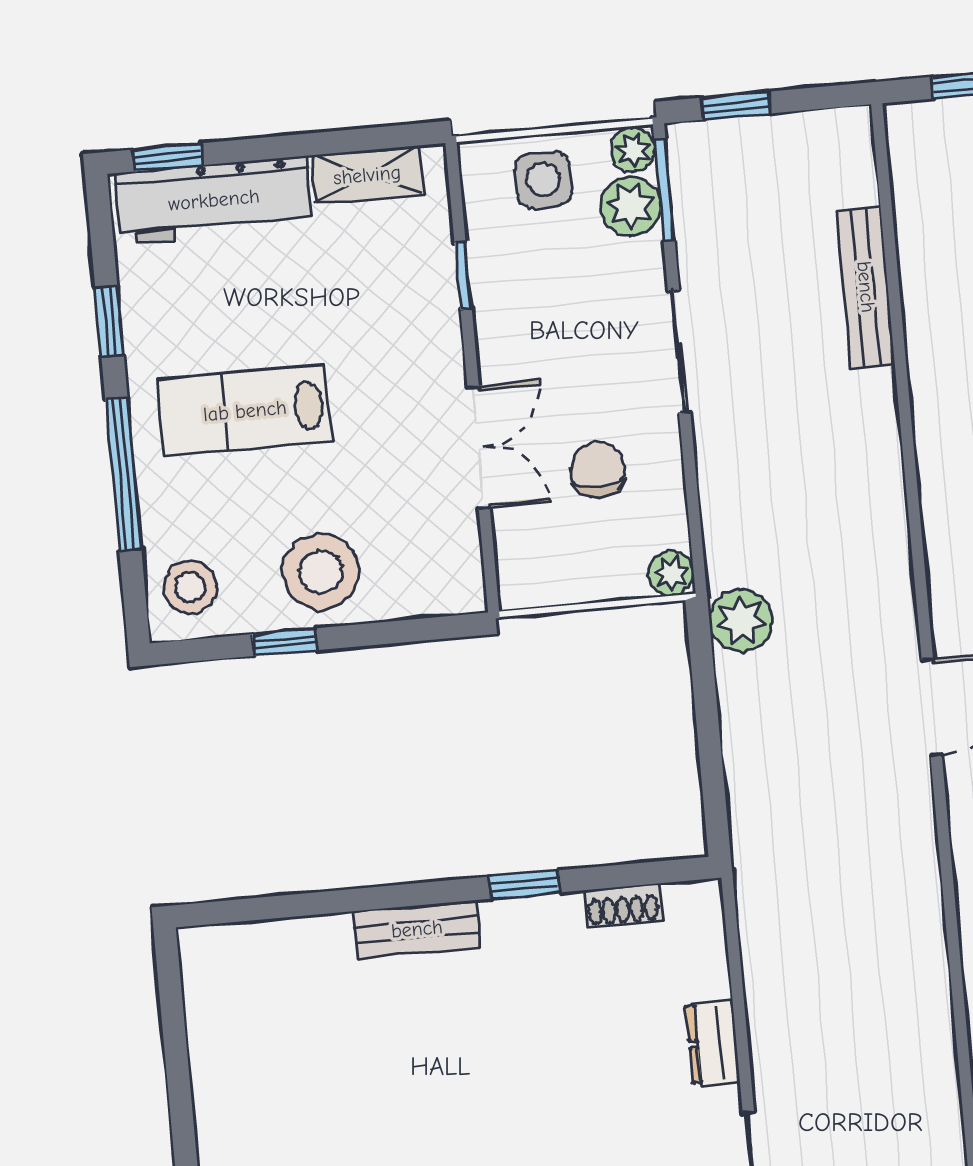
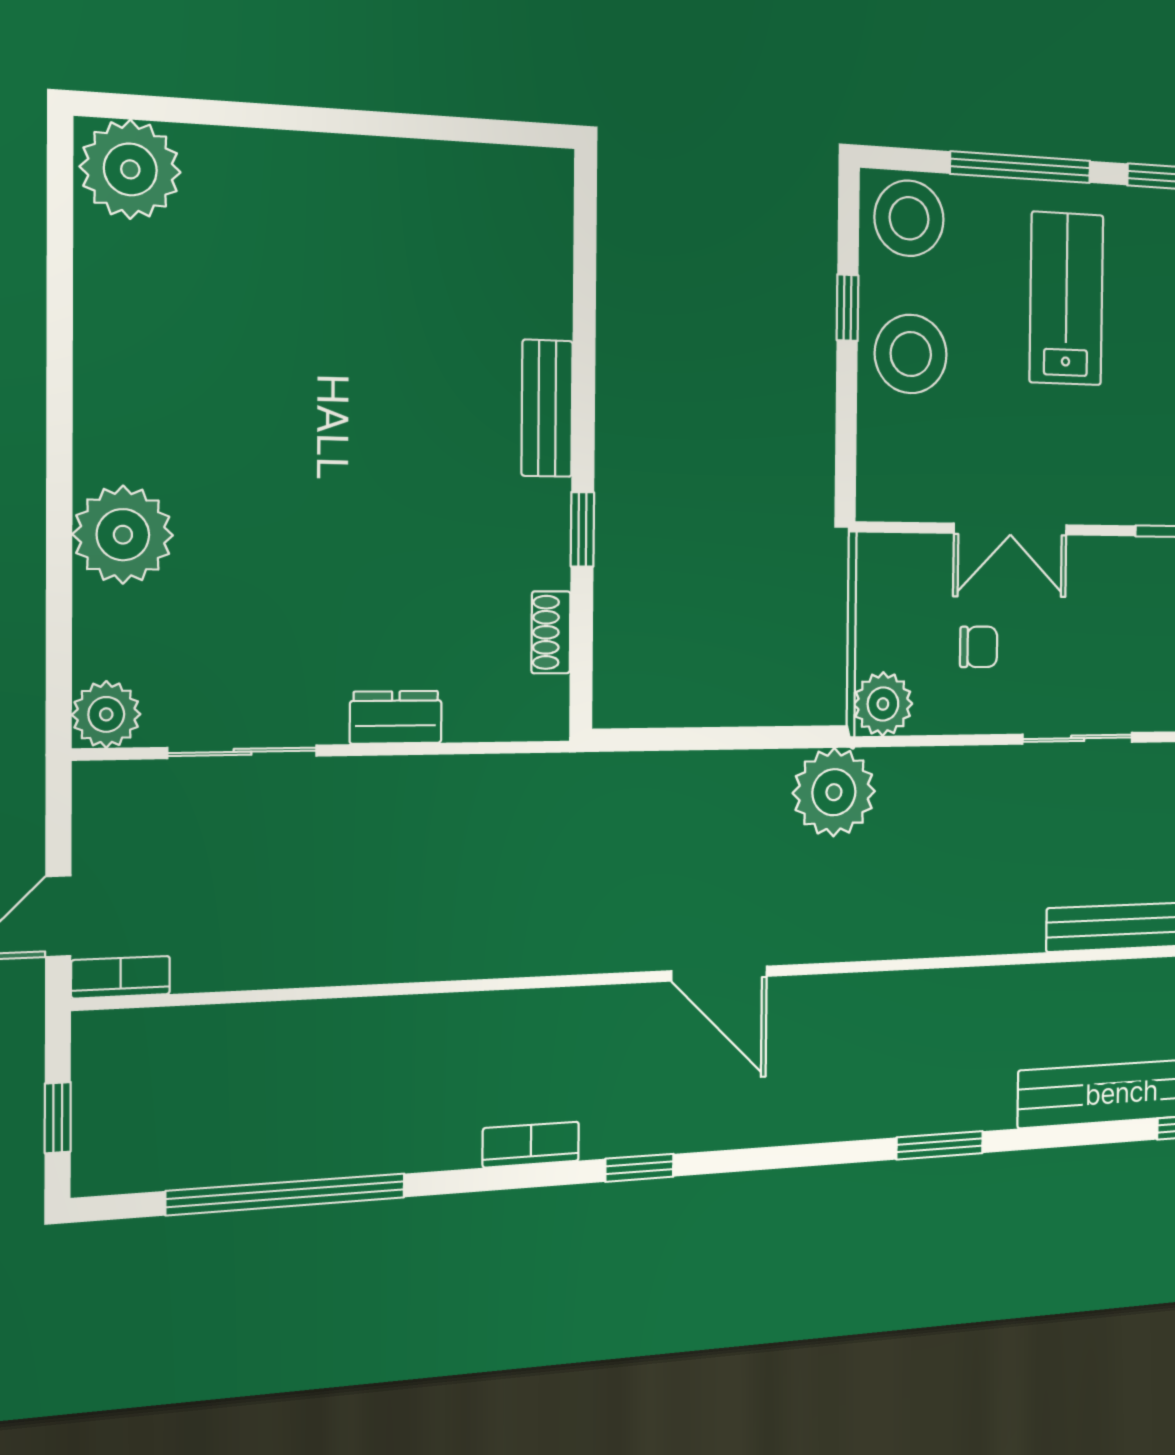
chair: (598, 470) -> (979, 647), width x0.73, depth x0.73
plant: (671, 573) -> (883, 704), width x1.38, depth x1.38
stool: (190, 587) -> (909, 218), width x1.38, depth x1.38
plant: (741, 620) -> (834, 792), width x1.36, depth x1.36

